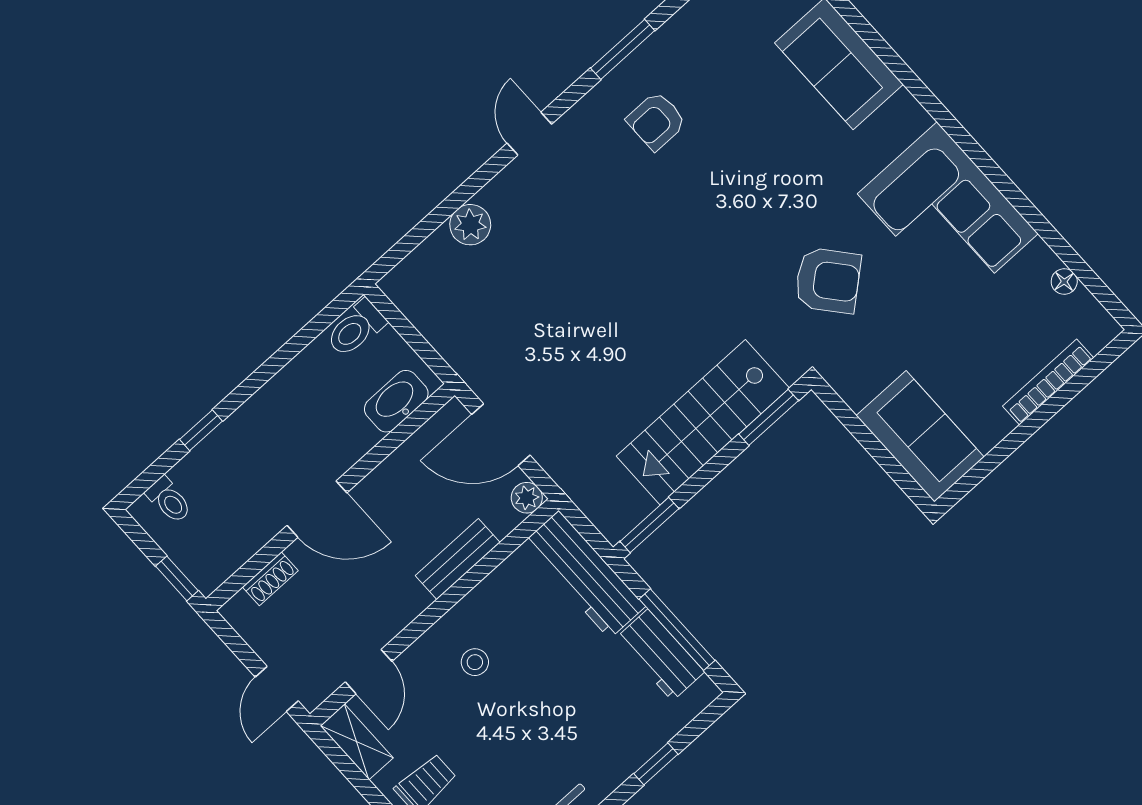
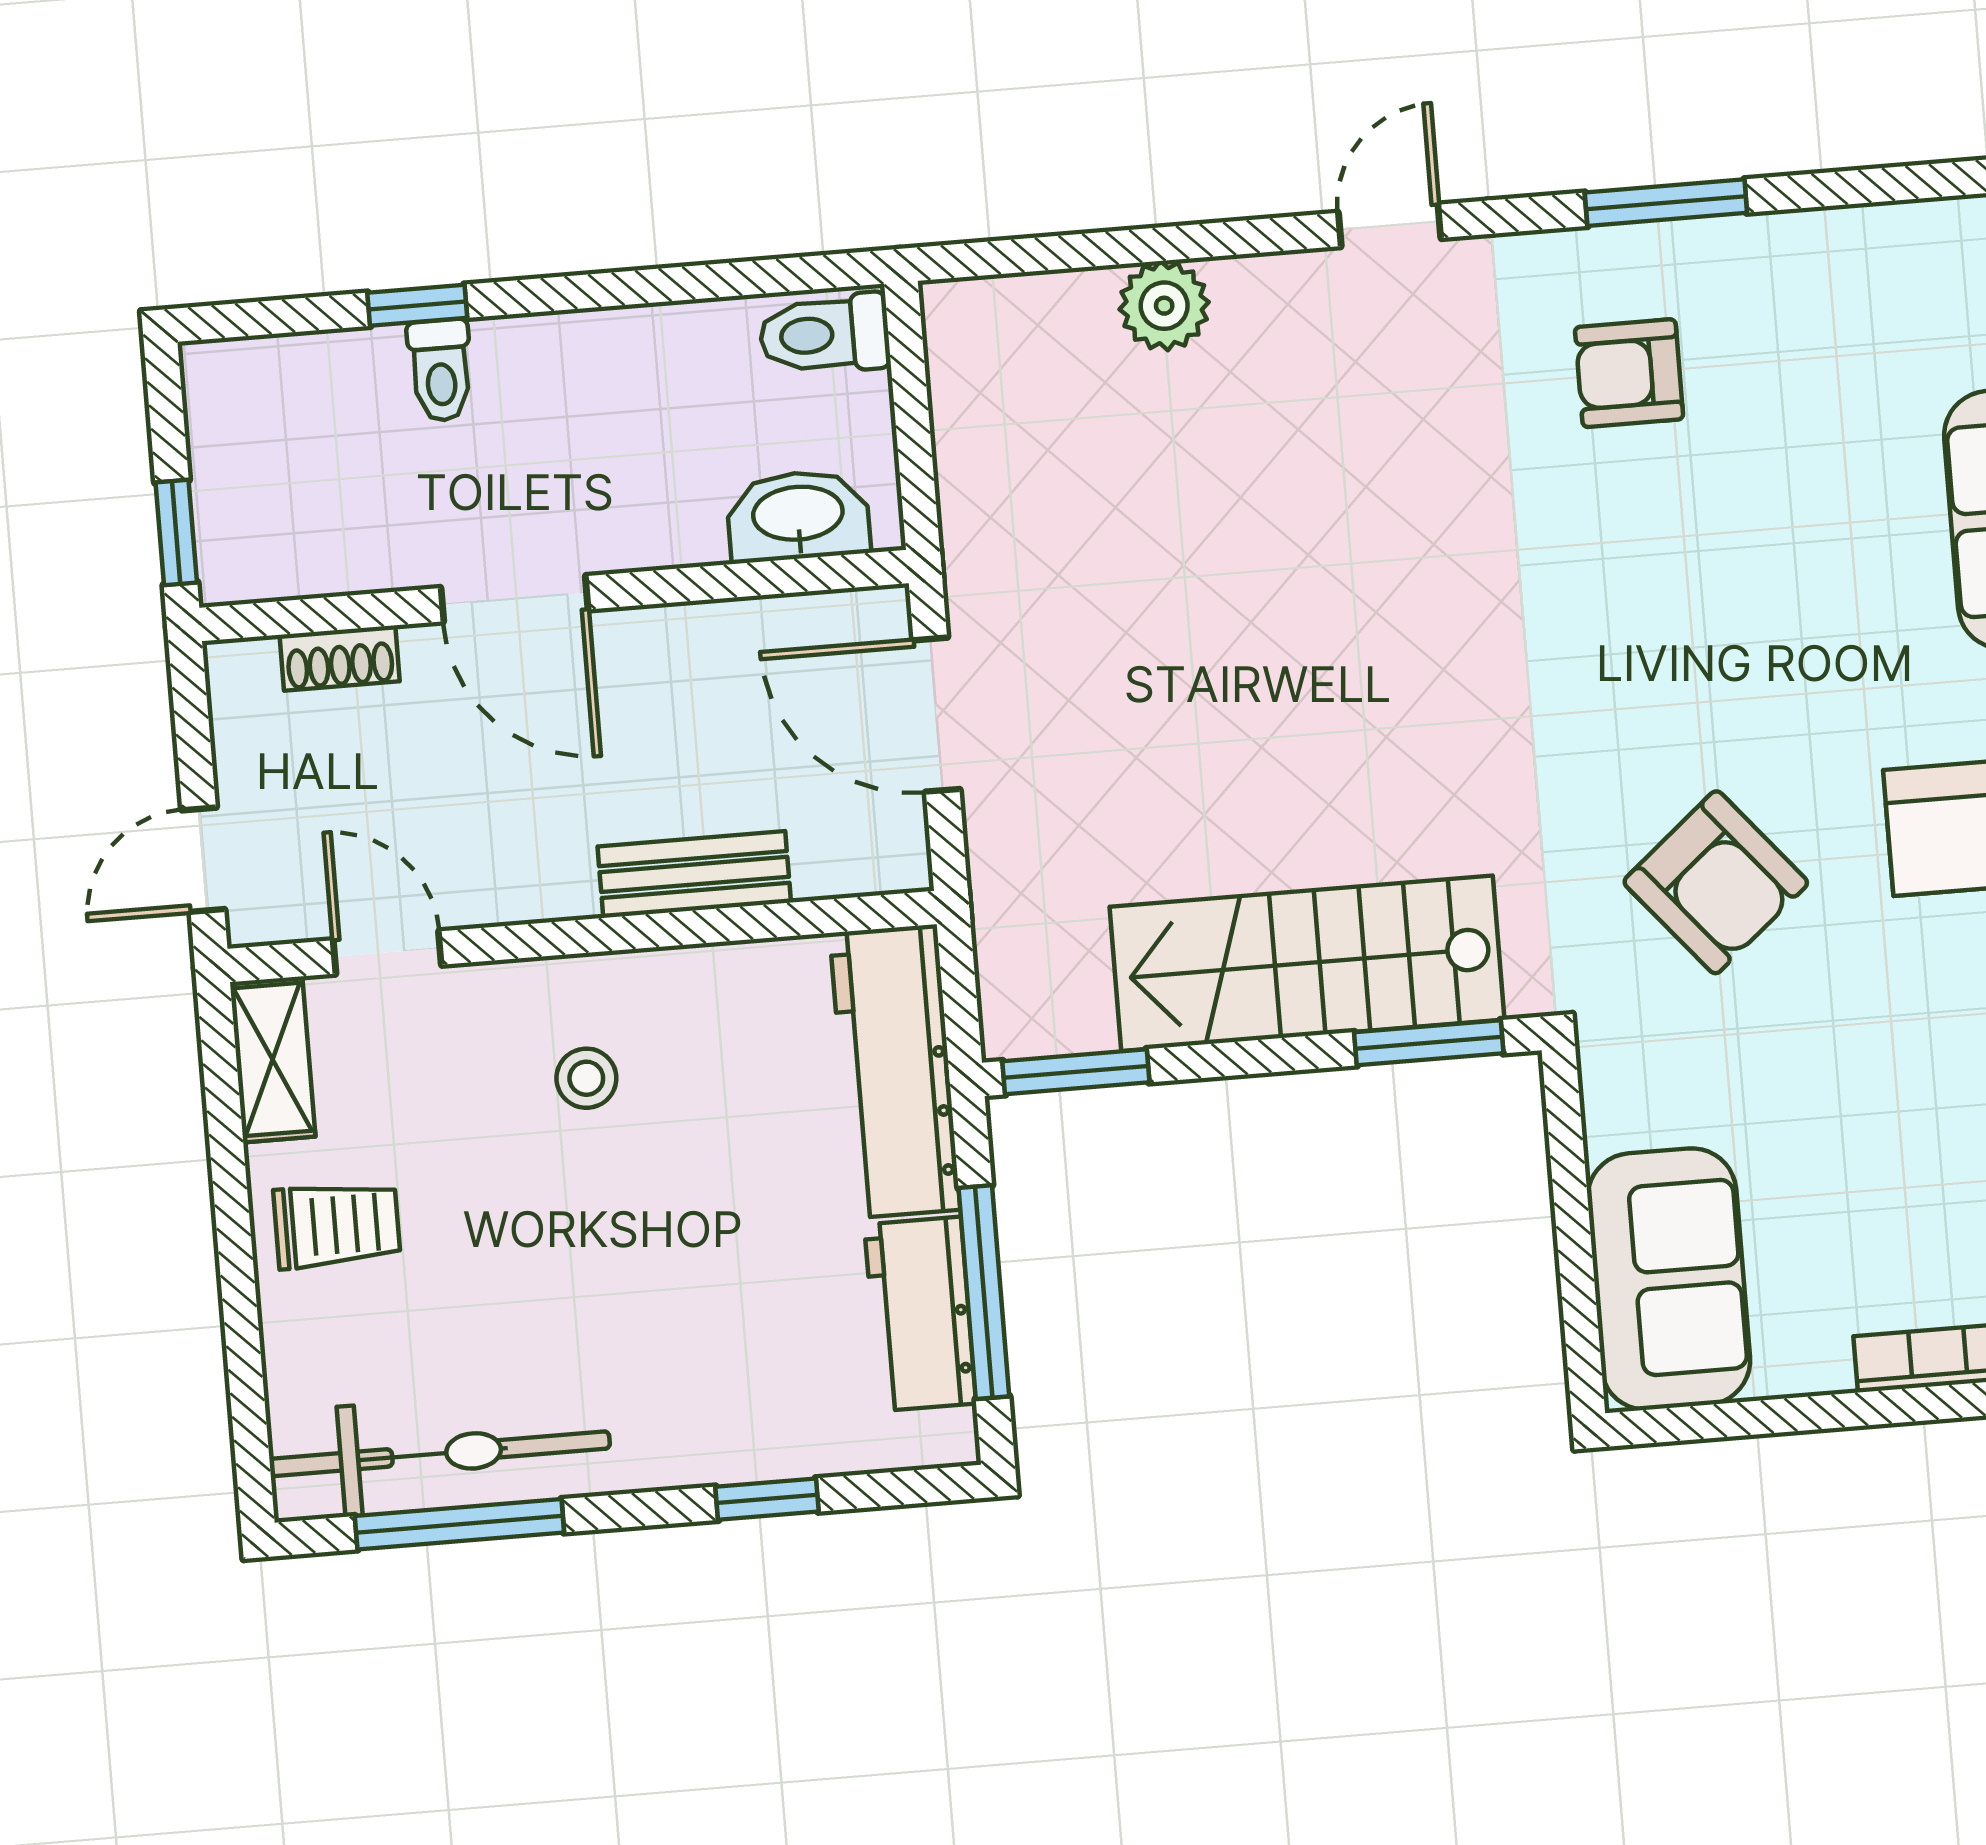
plant: (527, 498) -> (897, 860), removed
toilet: (169, 500) -> (440, 370), moved
door: (369, 672) -> (387, 953), swing flipped

